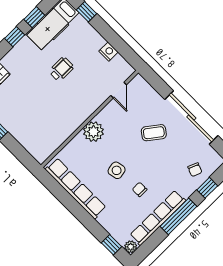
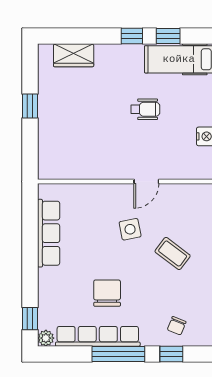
door: (119, 90) -> (146, 182), moved
plant: (93, 132) -> (117, 197), removed
side table: (117, 170) -> (130, 229), moved
row of seats: (76, 188) -> (49, 233), width x0.73
chair: (140, 189) -> (107, 293), width x1.87, depth x1.87

